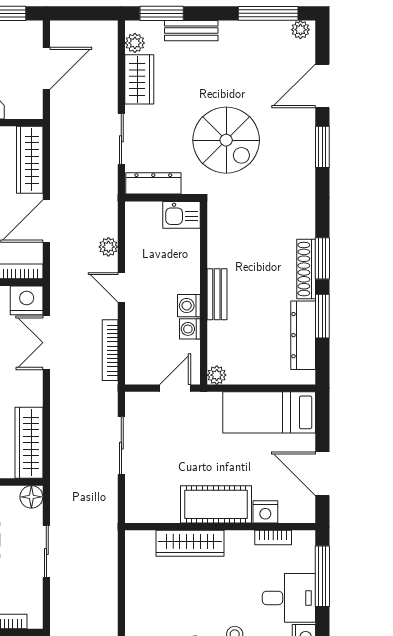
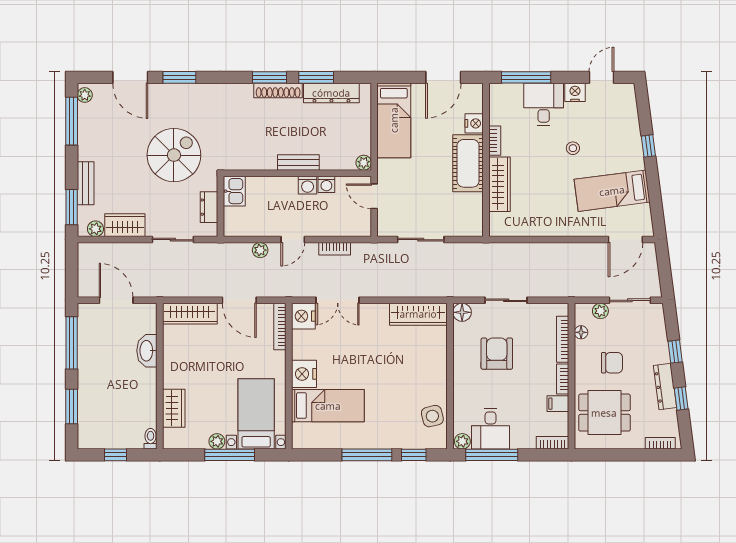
dresser: (153, 183) -> (209, 207), width x0.70
bookcase: (110, 350) -> (335, 249), width x0.64
bookcase: (273, 537) -> (495, 141), moved

